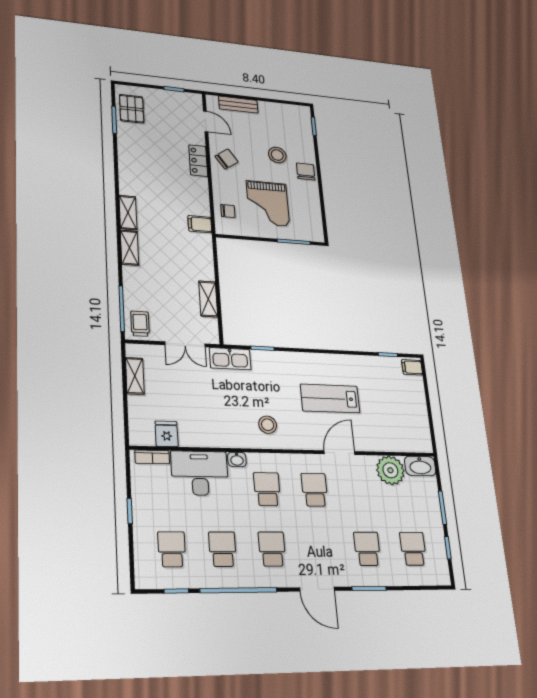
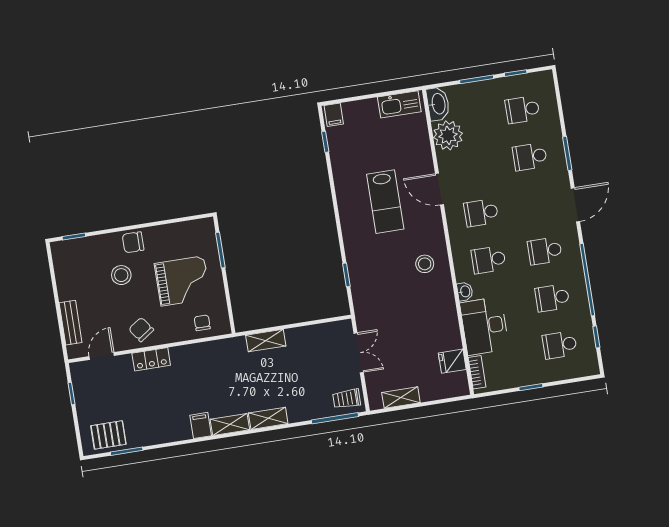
filing cabinet: (200, 224) -> (201, 425), moved, turned 180
shelving: (208, 299) -> (266, 341), moved
kitchen sink: (230, 359) -> (399, 104), moved, turned 90

